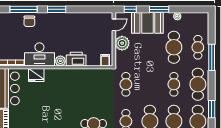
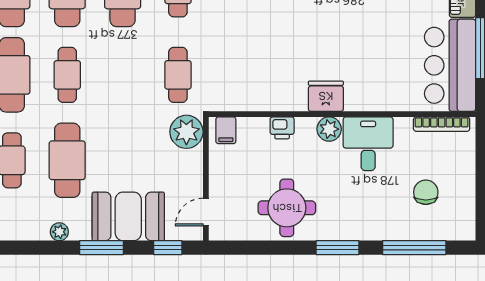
chair: (29, 21) -> (426, 192), moved
round table: (79, 27) -> (287, 208), added
plant: (122, 43) -> (186, 132), moved
desk: (39, 54) -> (368, 144), width x0.73
printer: (76, 59) -> (282, 128), width x0.53, depth x0.68
fridge: (36, 75) -> (326, 96), moved

